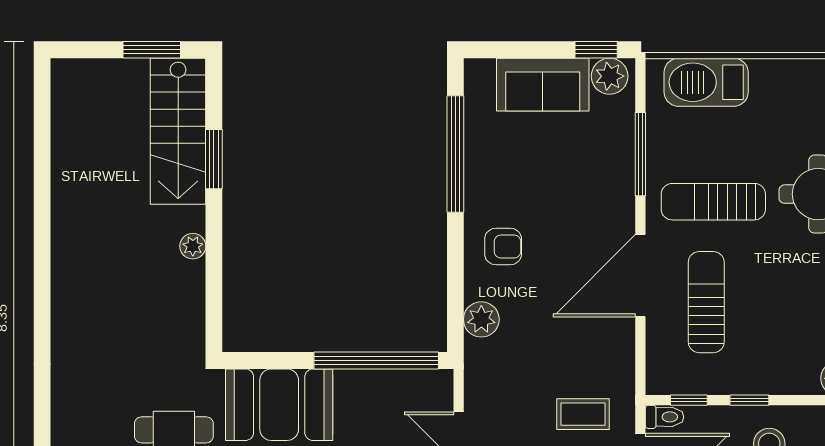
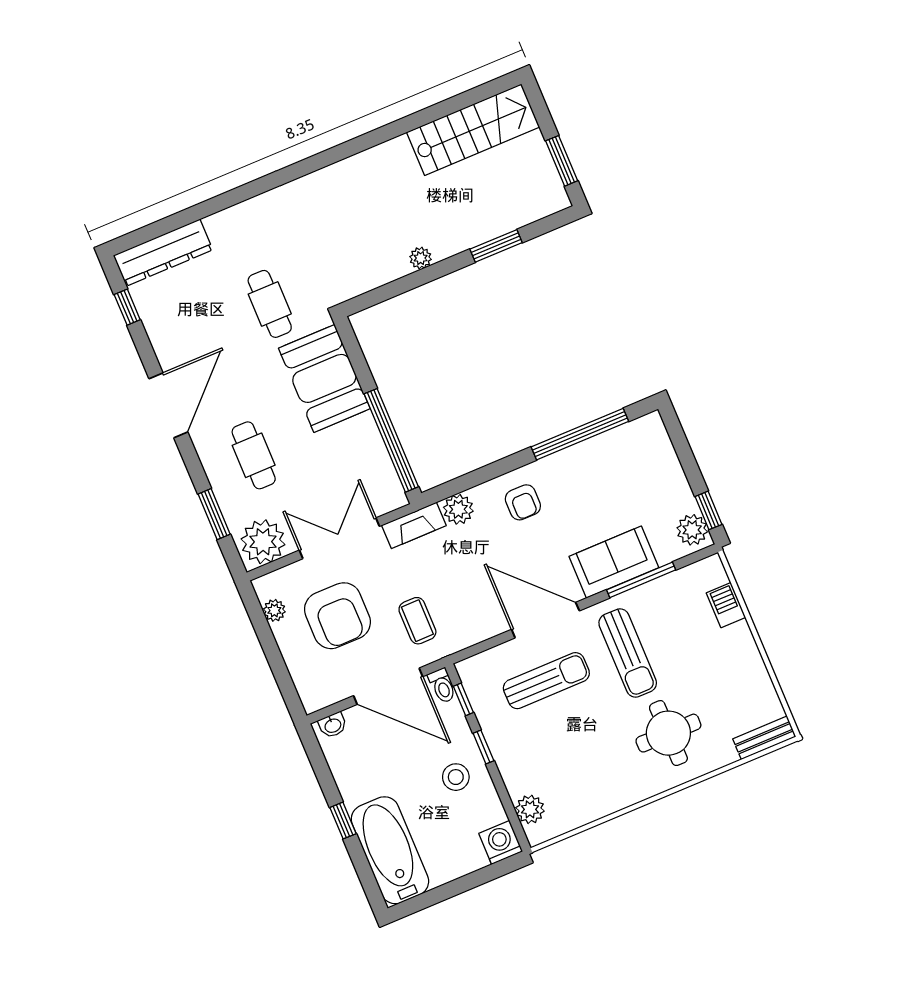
barbecue: (706, 82) -> (726, 605), width x0.53, depth x0.65
sofa: (543, 85) -> (614, 562), moved, turned 90
stairs: (178, 131) -> (473, 130), moved, turned 180
sun lounger: (713, 202) -> (628, 653), turned 180
fireplace: (478, 375) -> (414, 525), added

